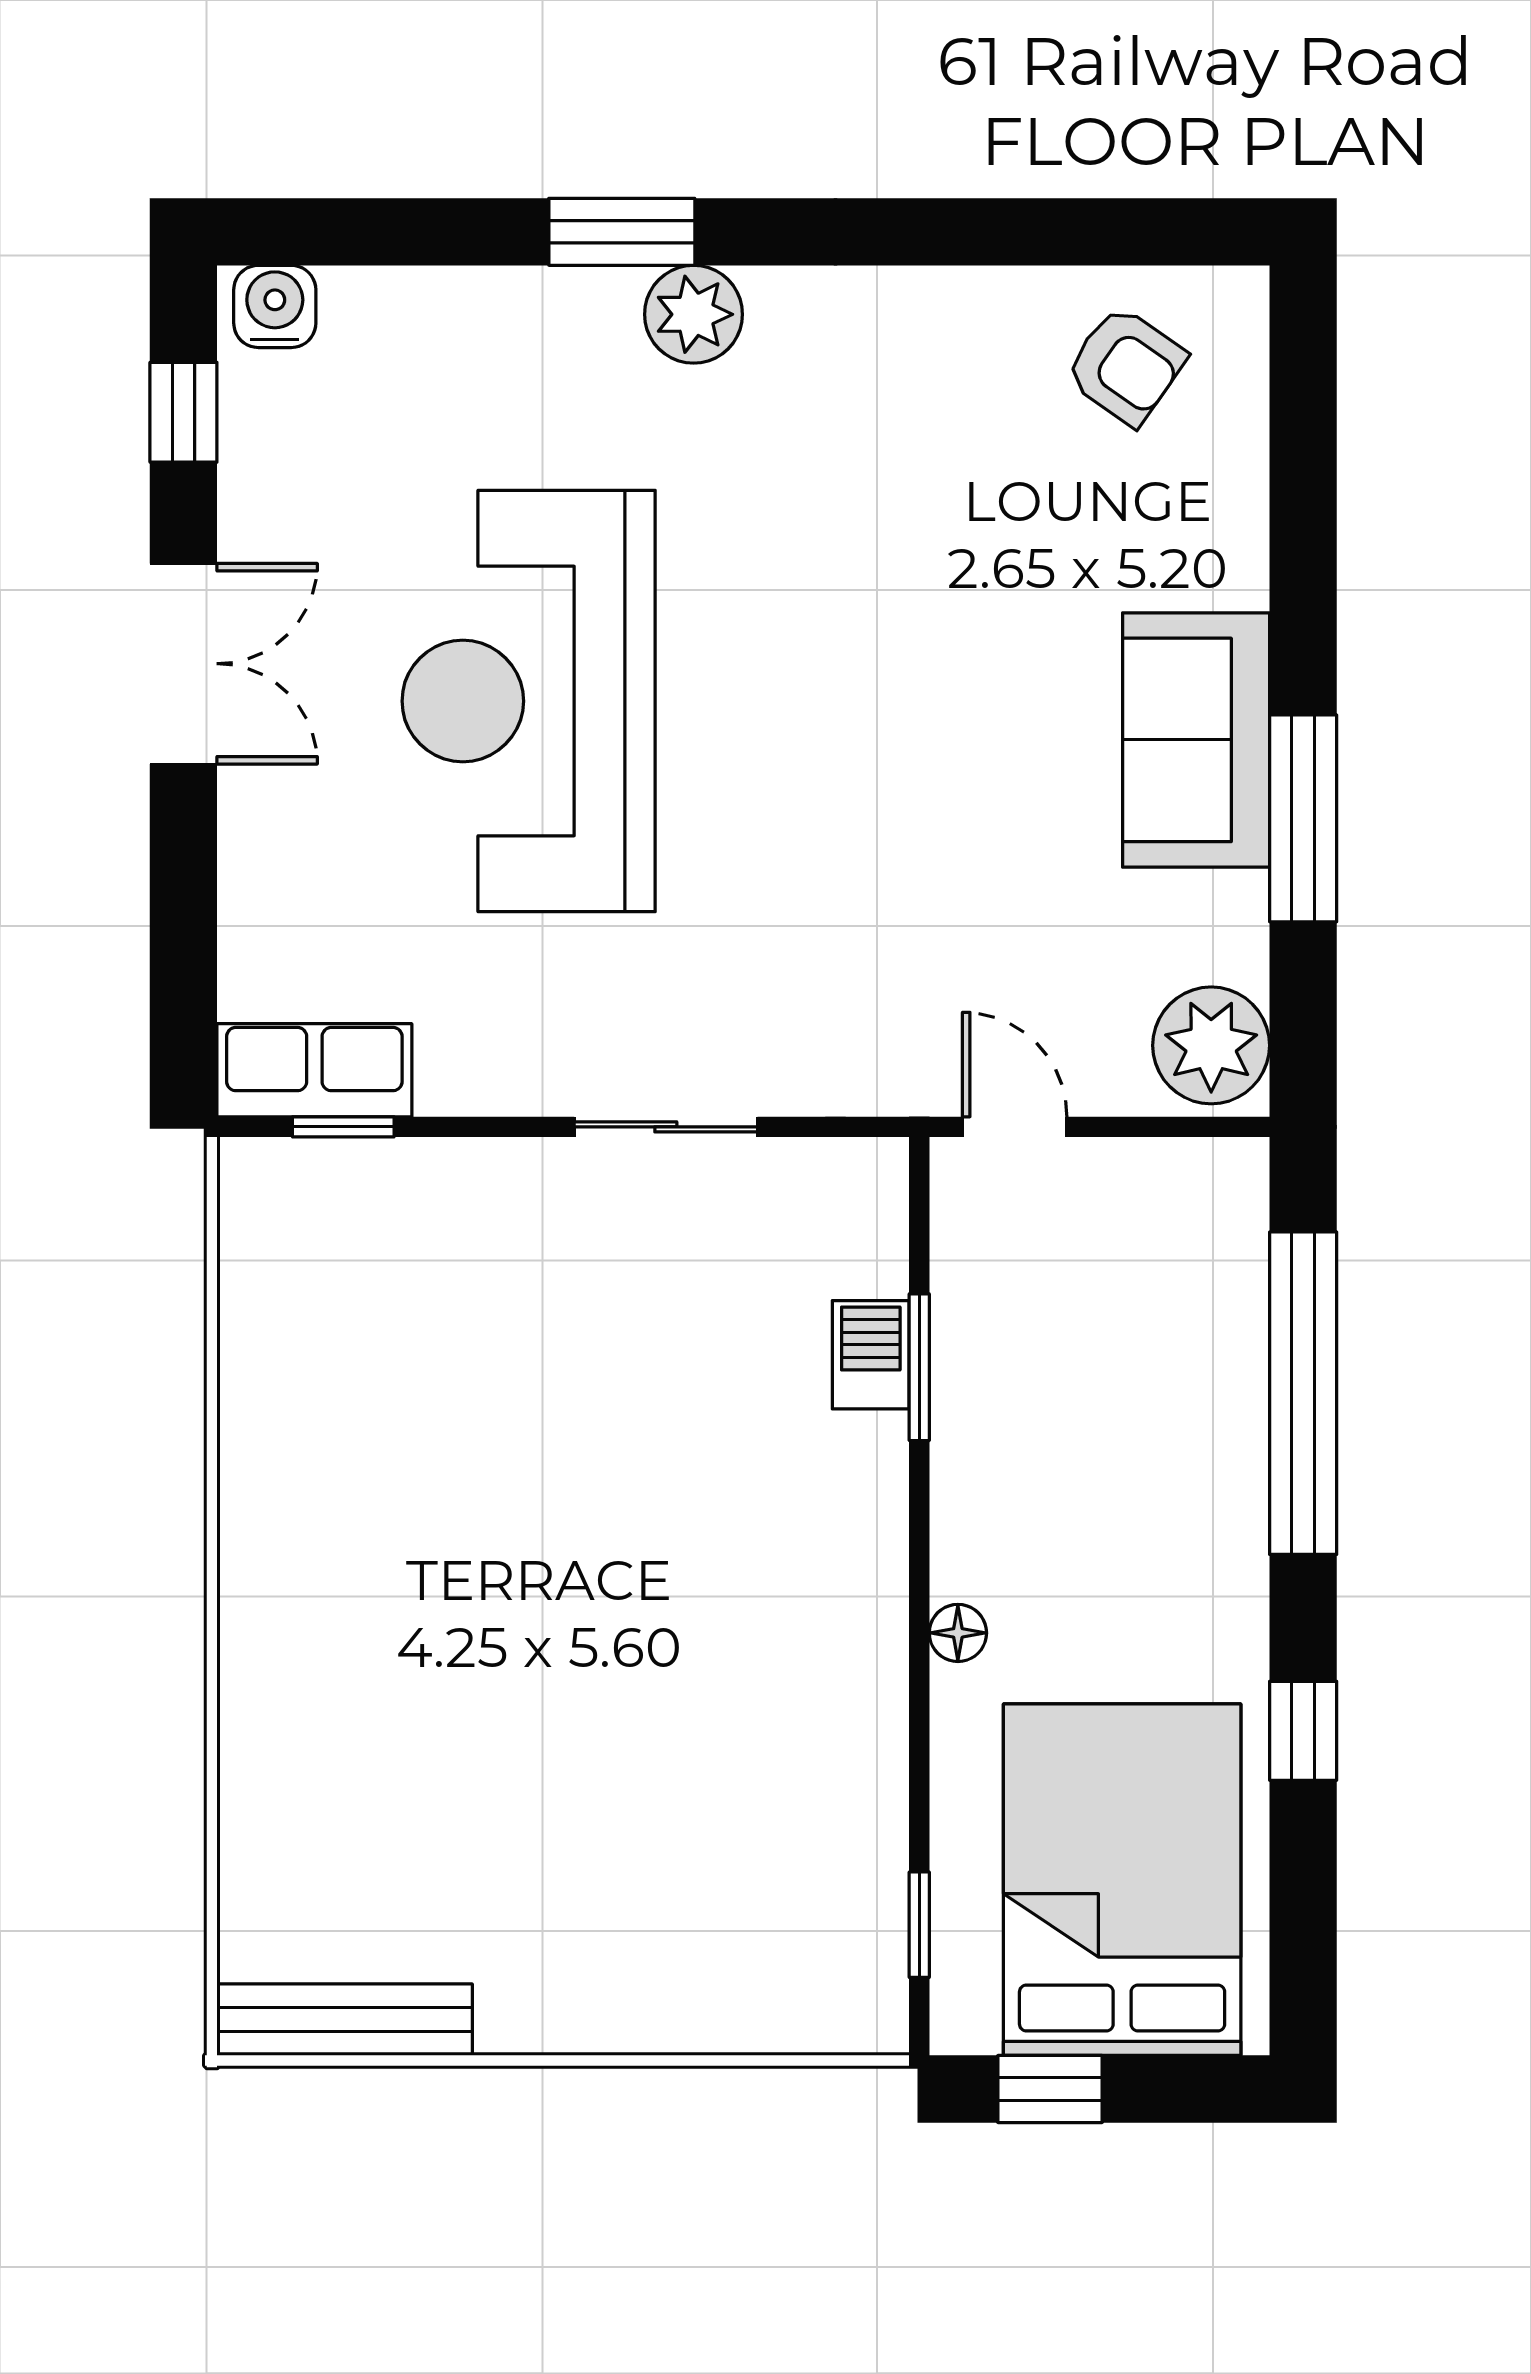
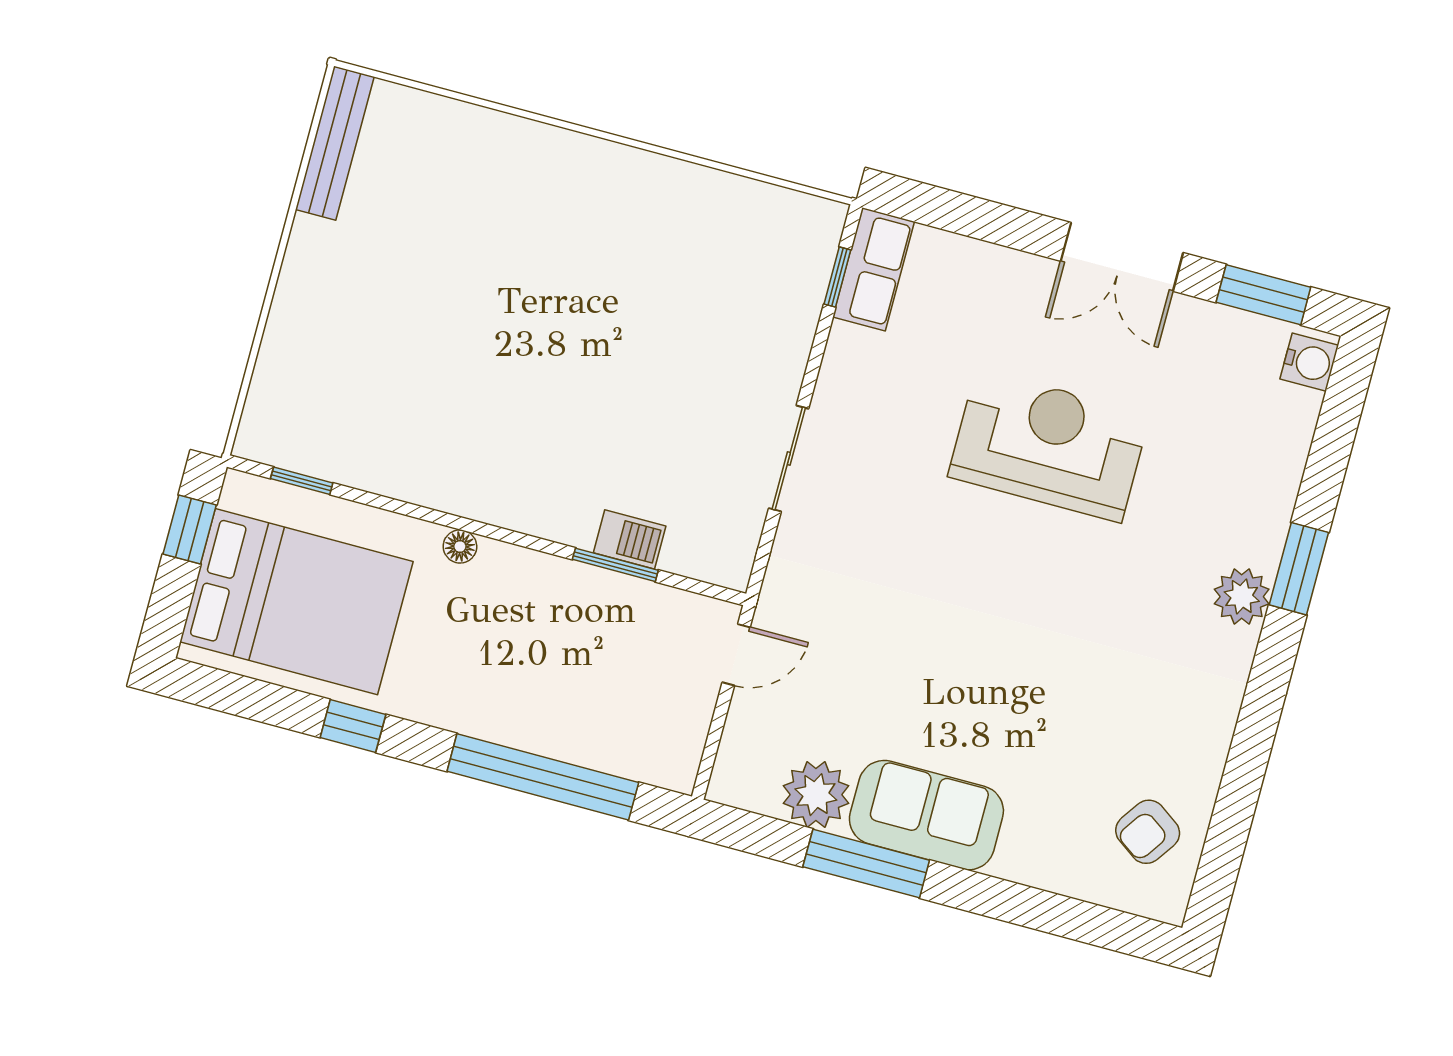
window: (183, 412) -> (1263, 295), width x1.50
reception desk: (529, 701) -> (1049, 445), width x0.74, depth x0.77
plant: (1211, 1045) -> (816, 795), moved

